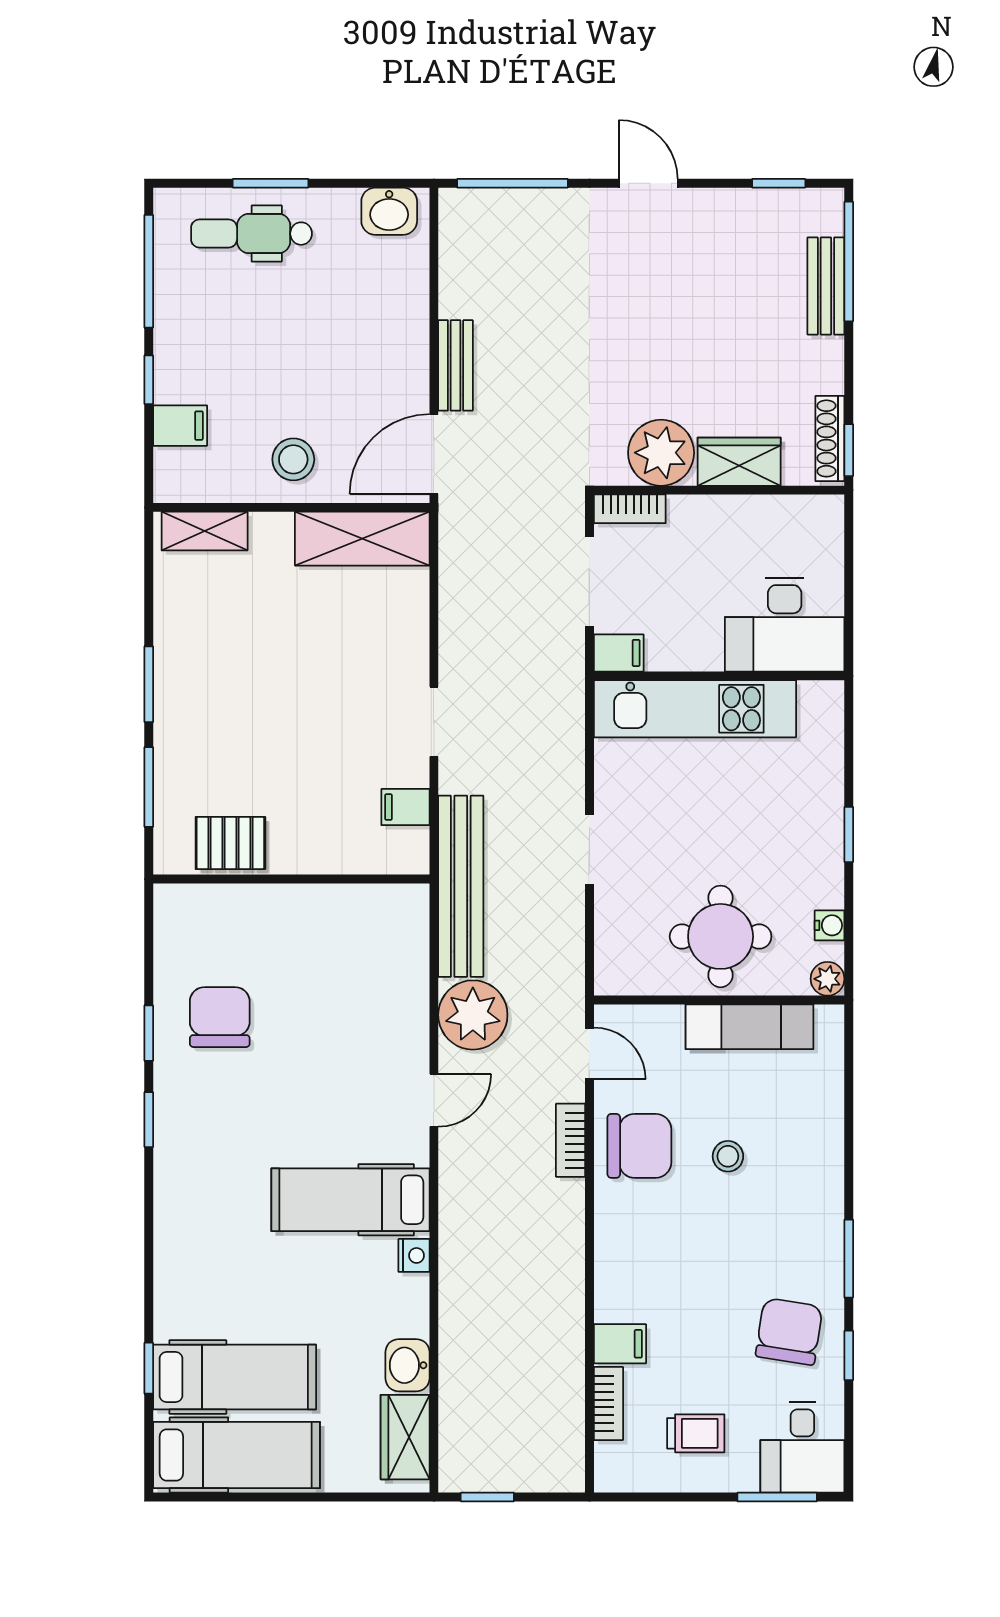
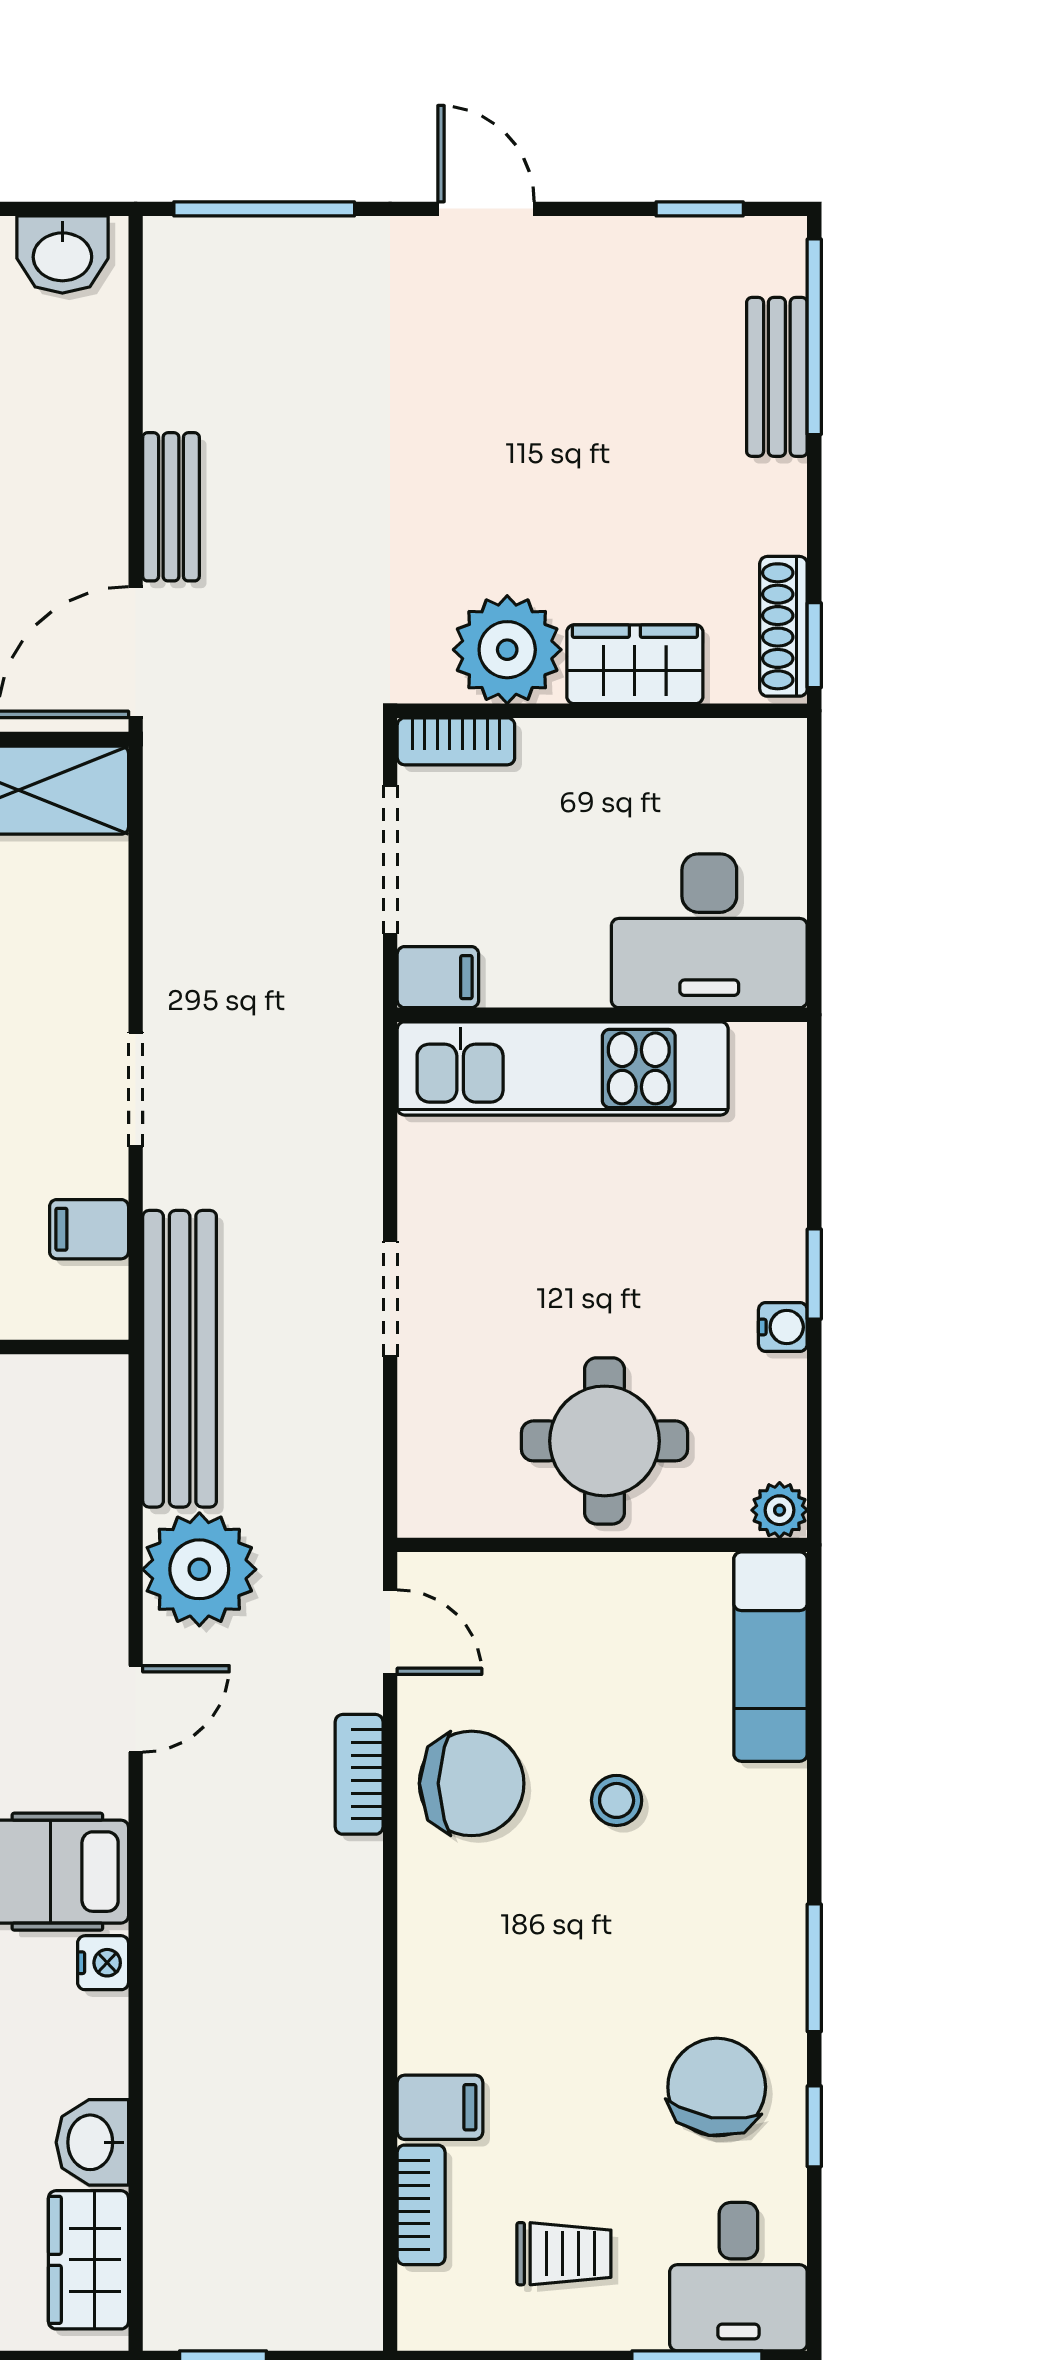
water cooler: (830, 925) -> (783, 1327), moved
exam couch: (749, 1027) -> (771, 1657), moved, turned 90

